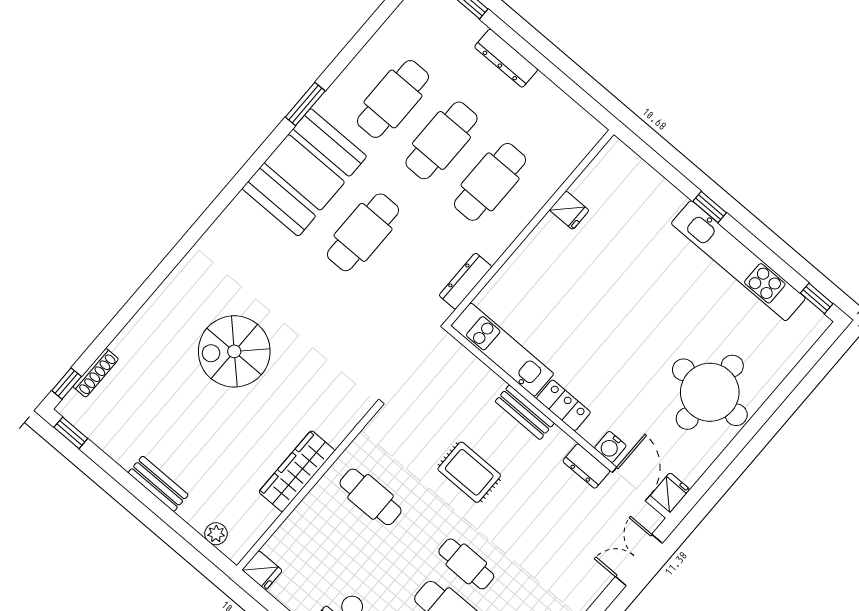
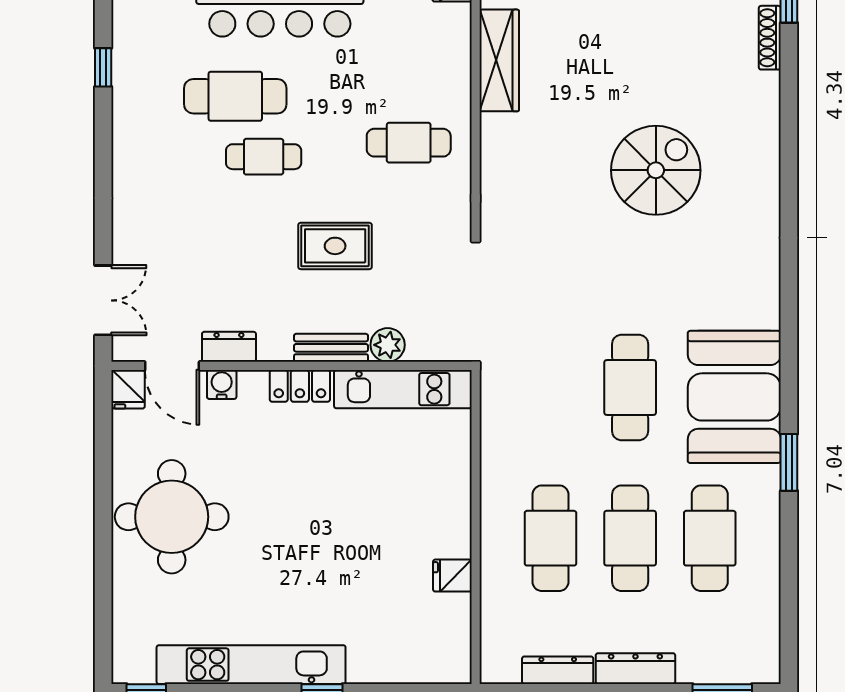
dresser: (465, 281) -> (558, 670), moved, turned -90
plant: (489, 385) -> (388, 345), added
wardrobe: (297, 471) -> (499, 60), moved

